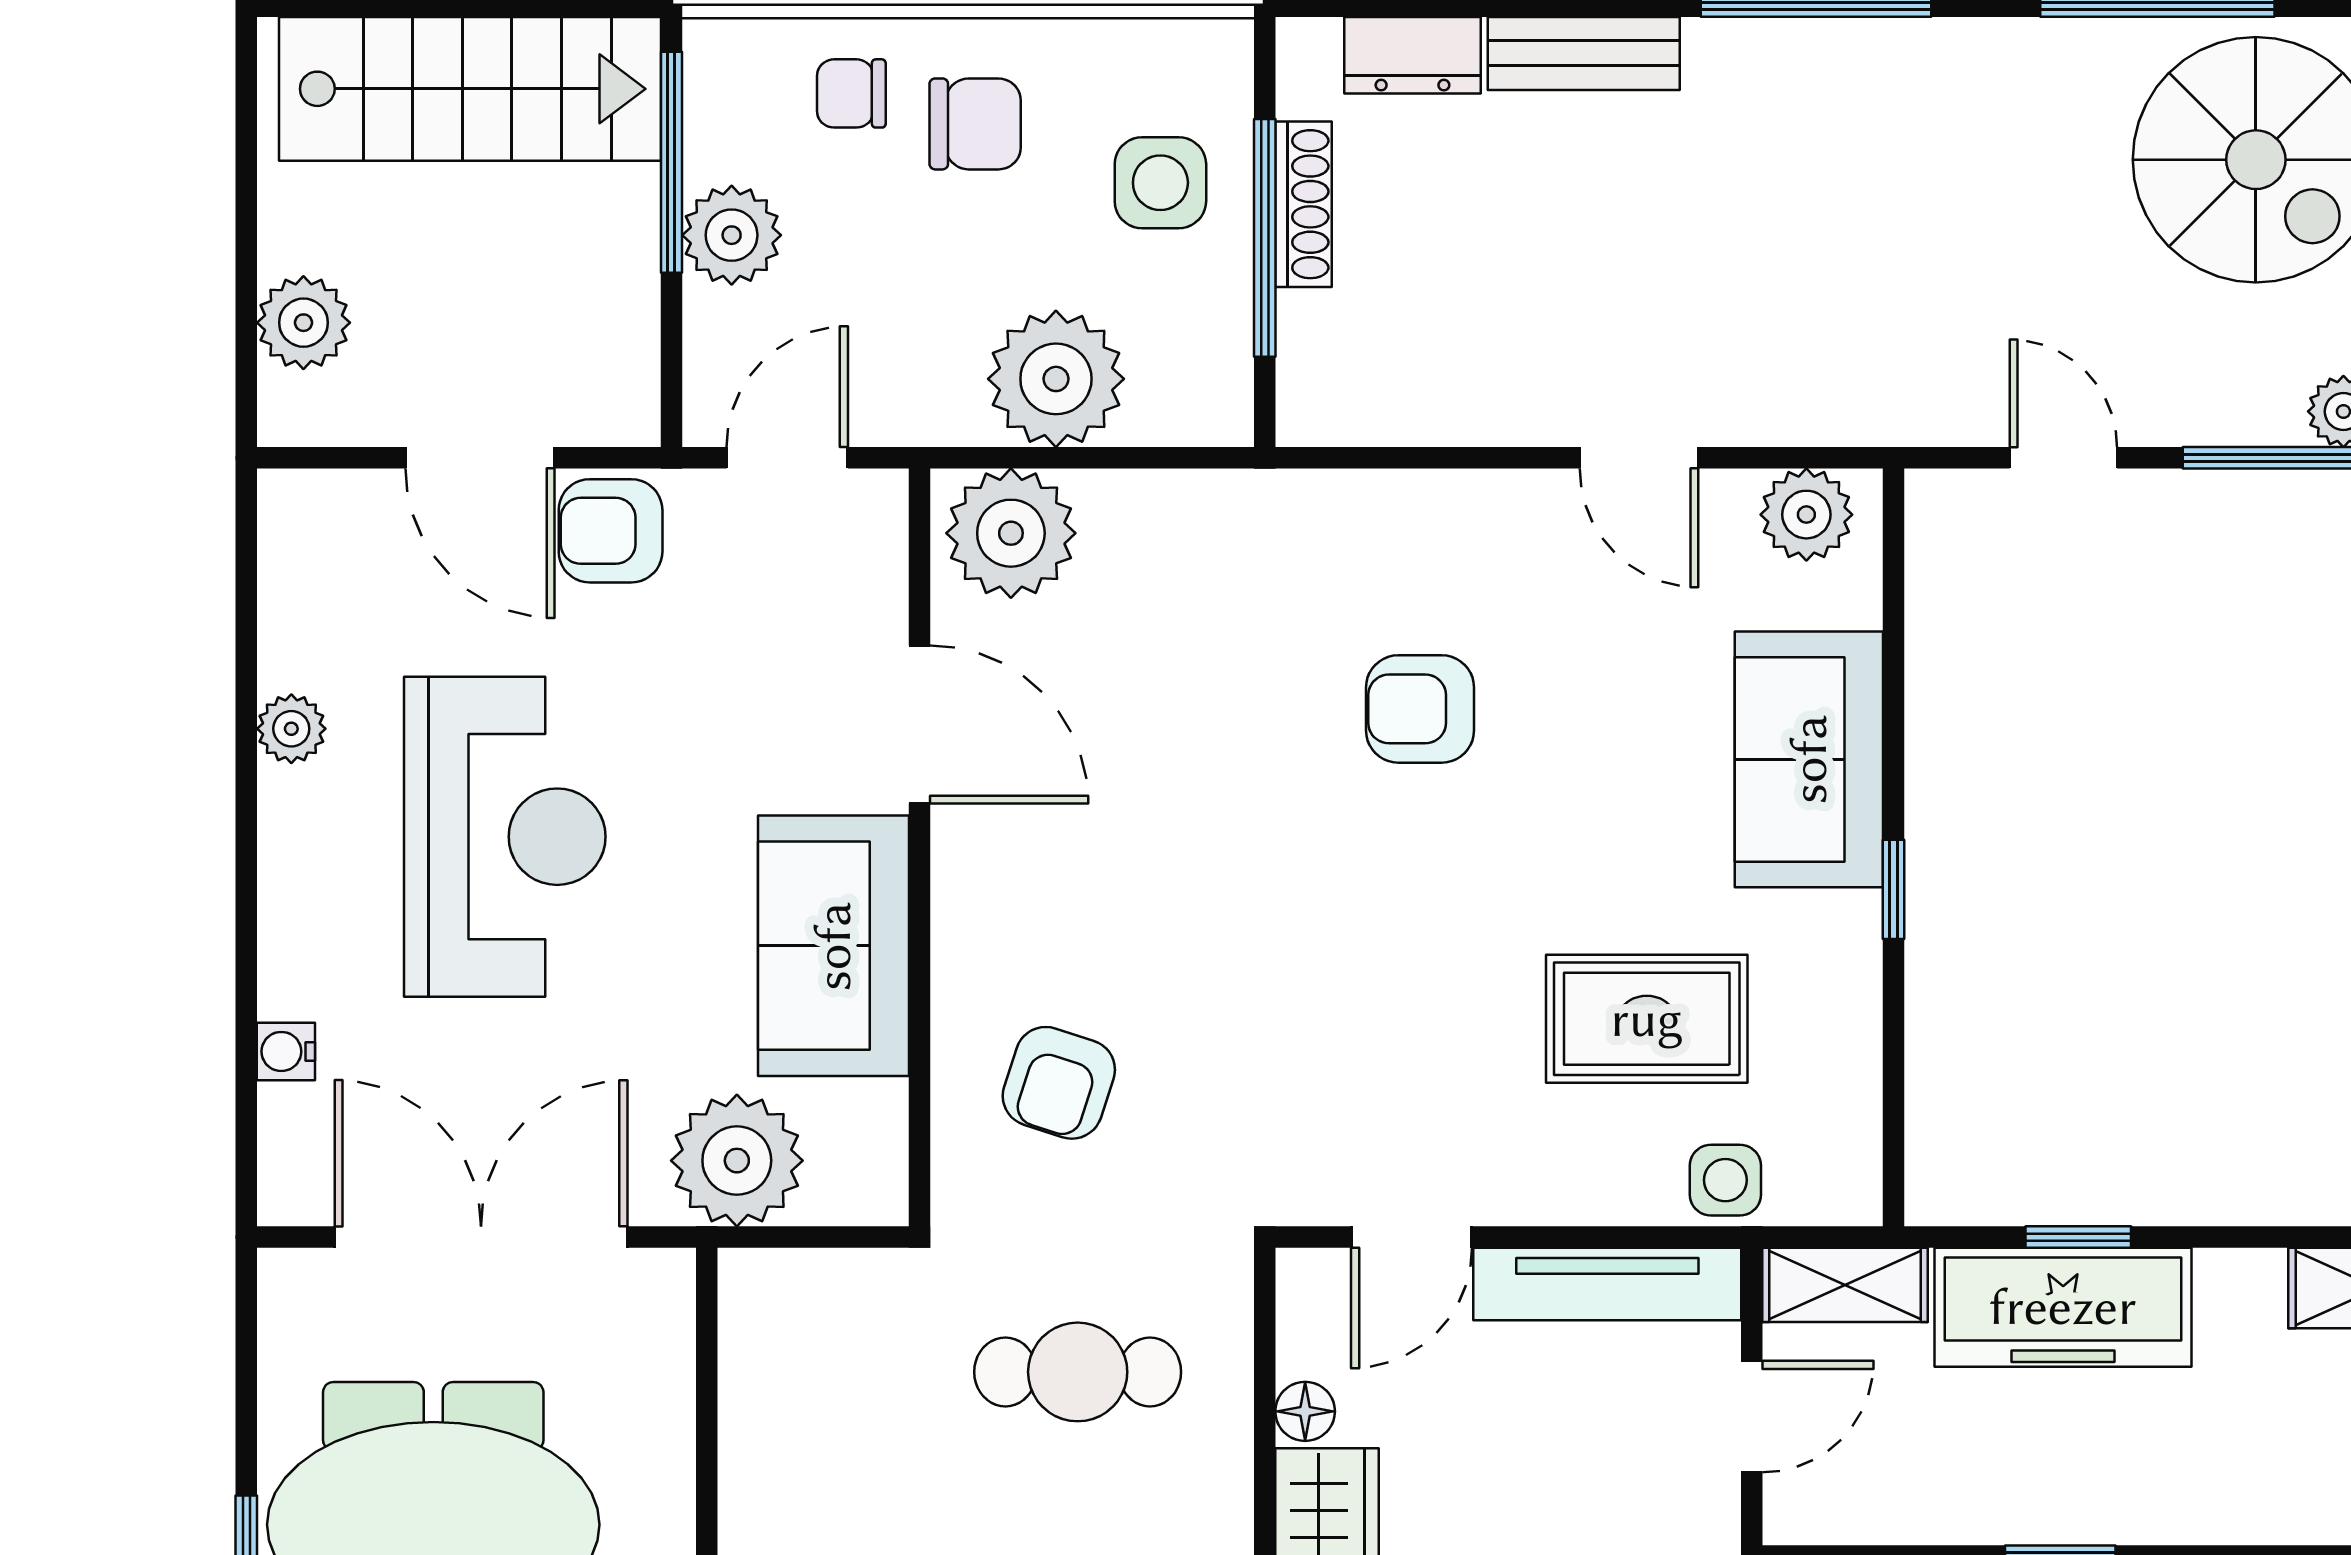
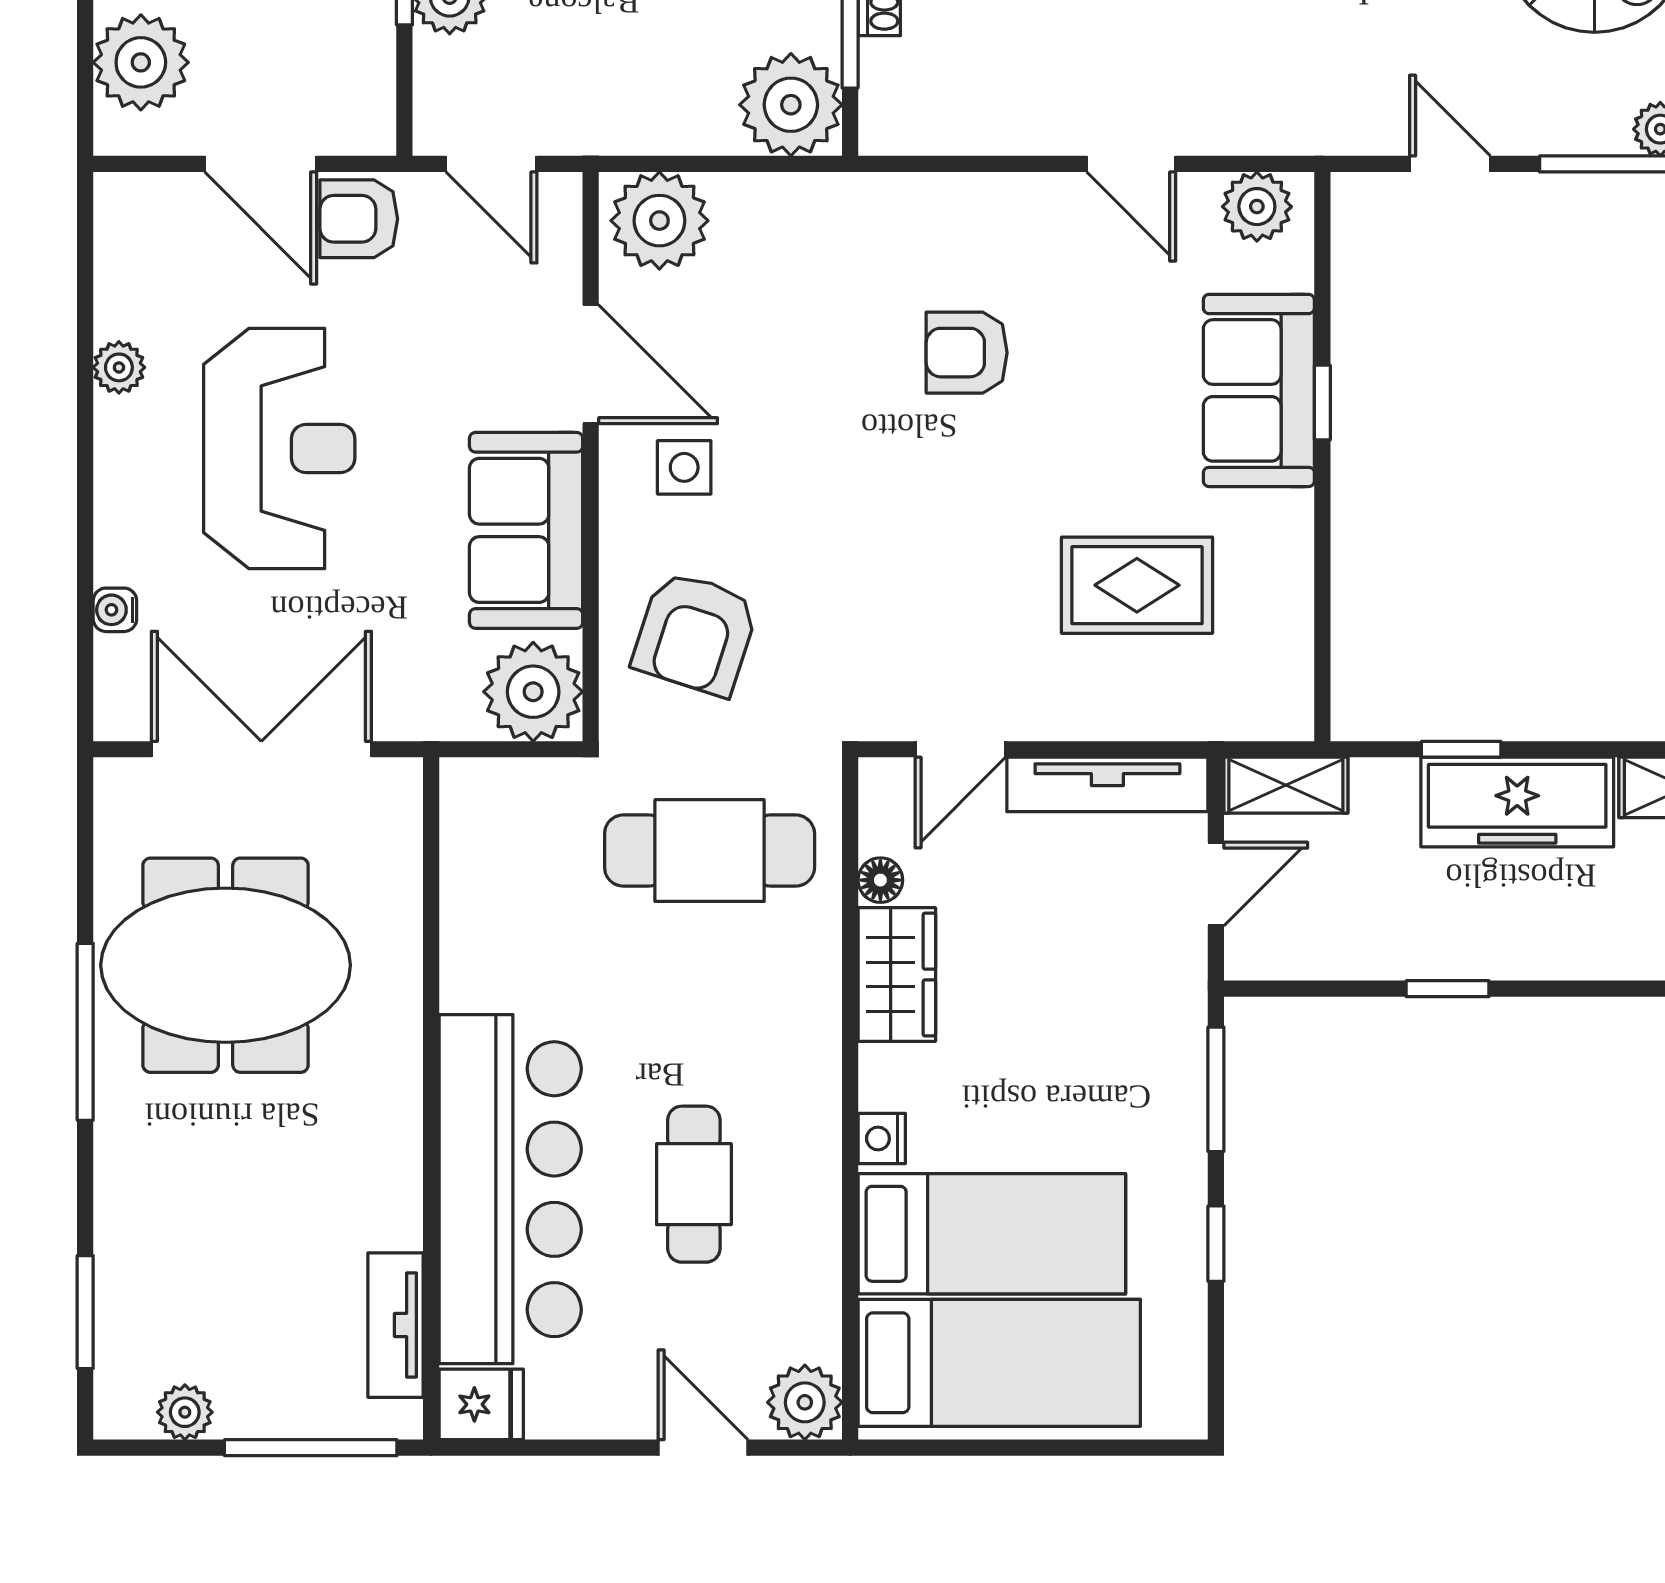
plant: (303, 323) -> (141, 62), width x1.36, depth x1.36
plant: (1056, 379) -> (791, 105), moved
door: (787, 458) -> (491, 164), swing flipped
window: (1894, 889) -> (1322, 403), moved
armchair: (1059, 1083) -> (695, 633), width x1.38, depth x1.38
plant: (737, 1161) -> (533, 692), moved
side table: (1725, 1180) -> (684, 467), moved
freezer: (2063, 1307) -> (1517, 802), moved
cafe table: (1078, 1372) -> (710, 851), width x1.37, depth x1.35

